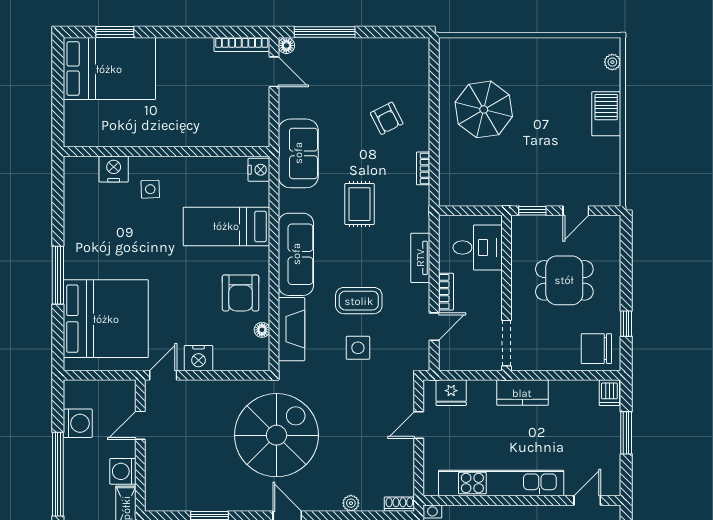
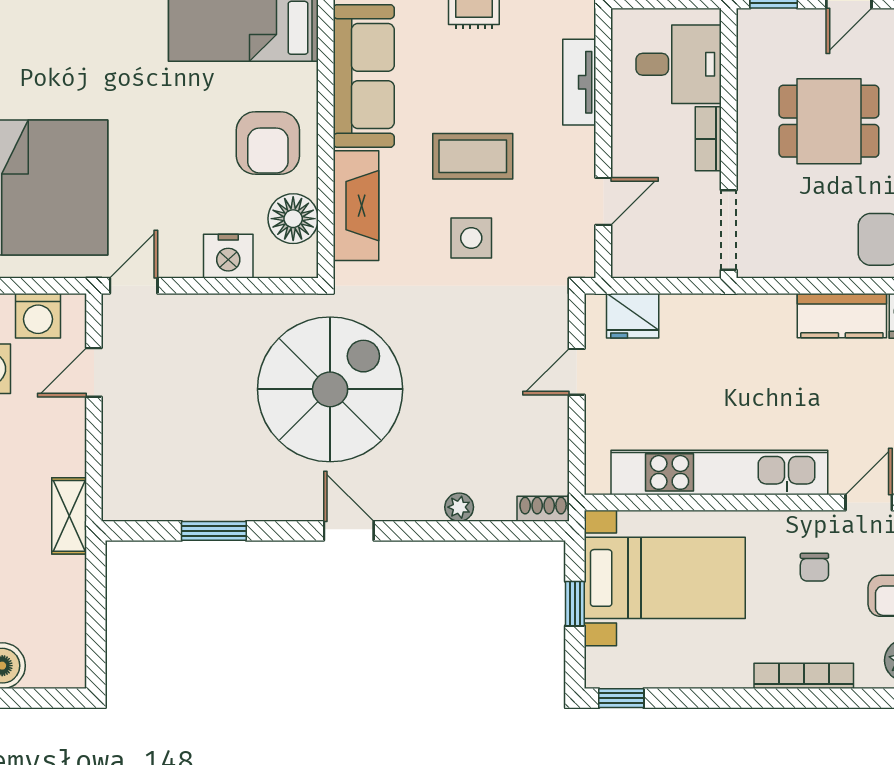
bookcase: (446, 292) -> (708, 139), moved, turned 180
floor lamp: (262, 330) -> (293, 219), width x1.89, depth x1.89
nightstand: (198, 358) -> (228, 256), moved
kitchen counter: (522, 393) -> (842, 316), moved
washing machine: (123, 471) -> (38, 316), moved, turned -90

